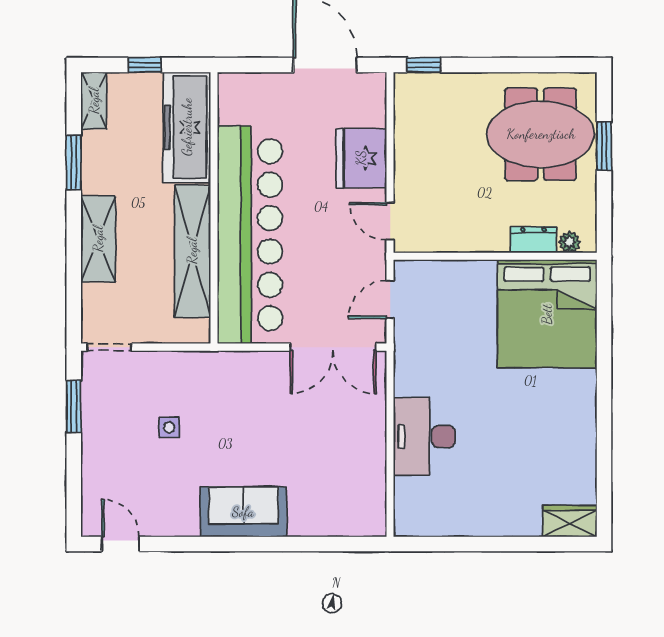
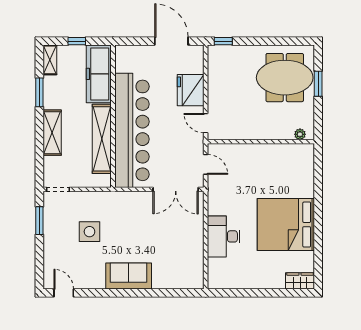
dresser: (533, 240) -> (281, 133), removed
door: (390, 299) -> (206, 164), swing flipped
bed: (547, 314) -> (286, 225), moved, turned 90
side table: (169, 427) -> (89, 232), width x1.87, depth x1.87

